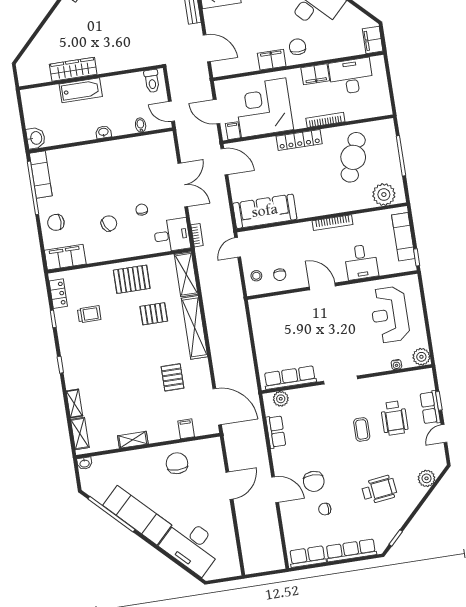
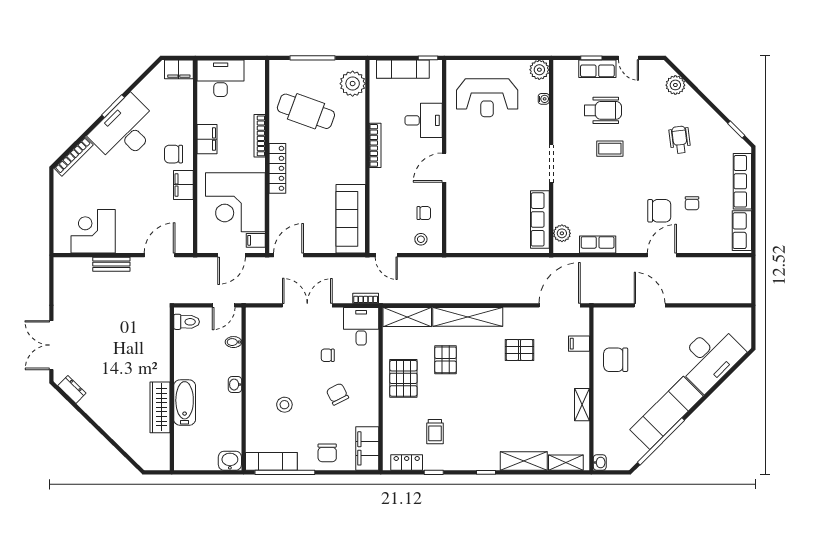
desk: (351, 76) -> (221, 78), moved, turned 90
stool: (92, 178) -> (284, 405), added
trolley: (89, 314) -> (435, 432), turned 180
shelving: (74, 403) -> (524, 461), width x1.50, depth x1.33
wheelchair: (379, 490) -> (680, 140), width x0.73, depth x0.73

